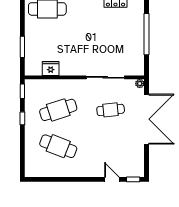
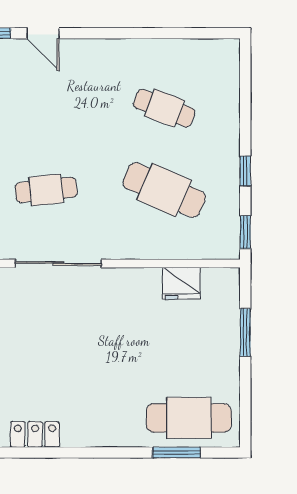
cafe table: (58, 110) -> (164, 190), turned 42
cafe table: (58, 146) -> (164, 108), width x0.73, depth x0.74

